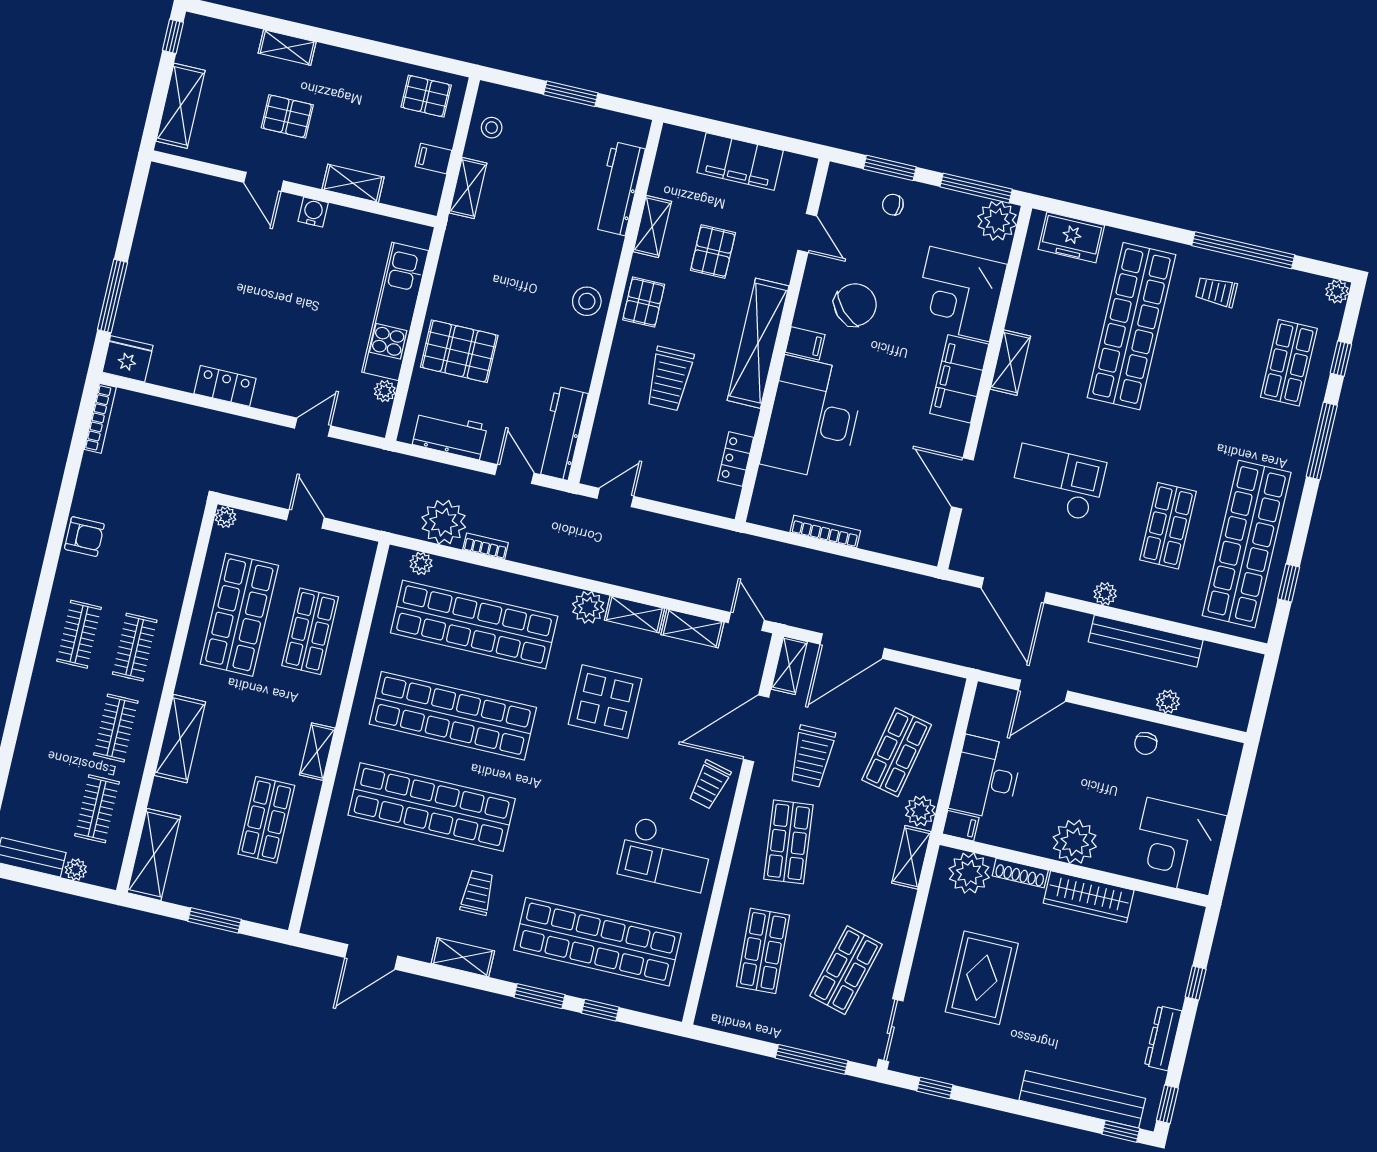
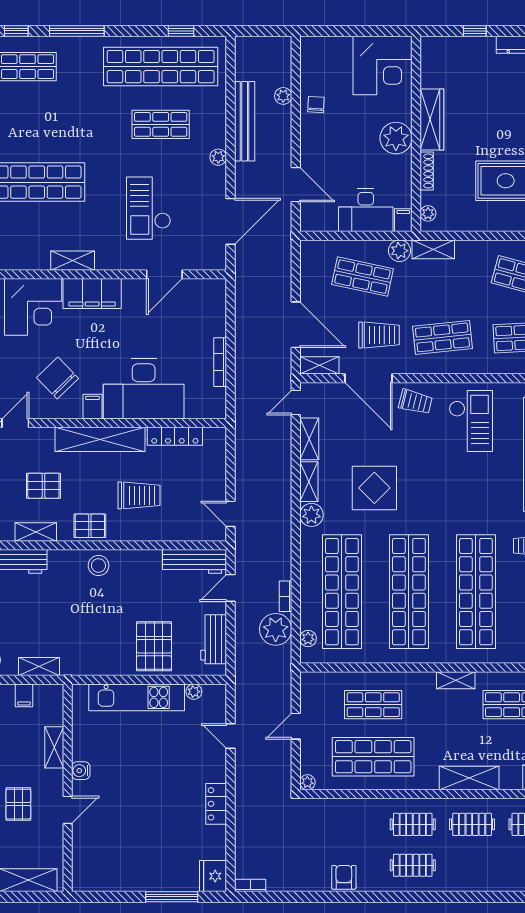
bookcase: (100, 418) -> (250, 885), width x0.64
locker: (736, 459) -> (175, 436), width x1.53
chair: (1146, 743) -> (316, 105), turned -87
plant: (969, 873) -> (428, 213), width x0.53, depth x0.53

